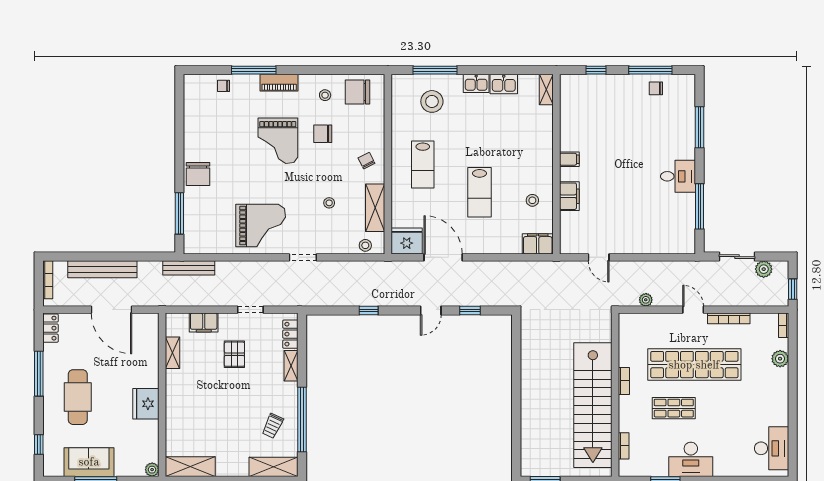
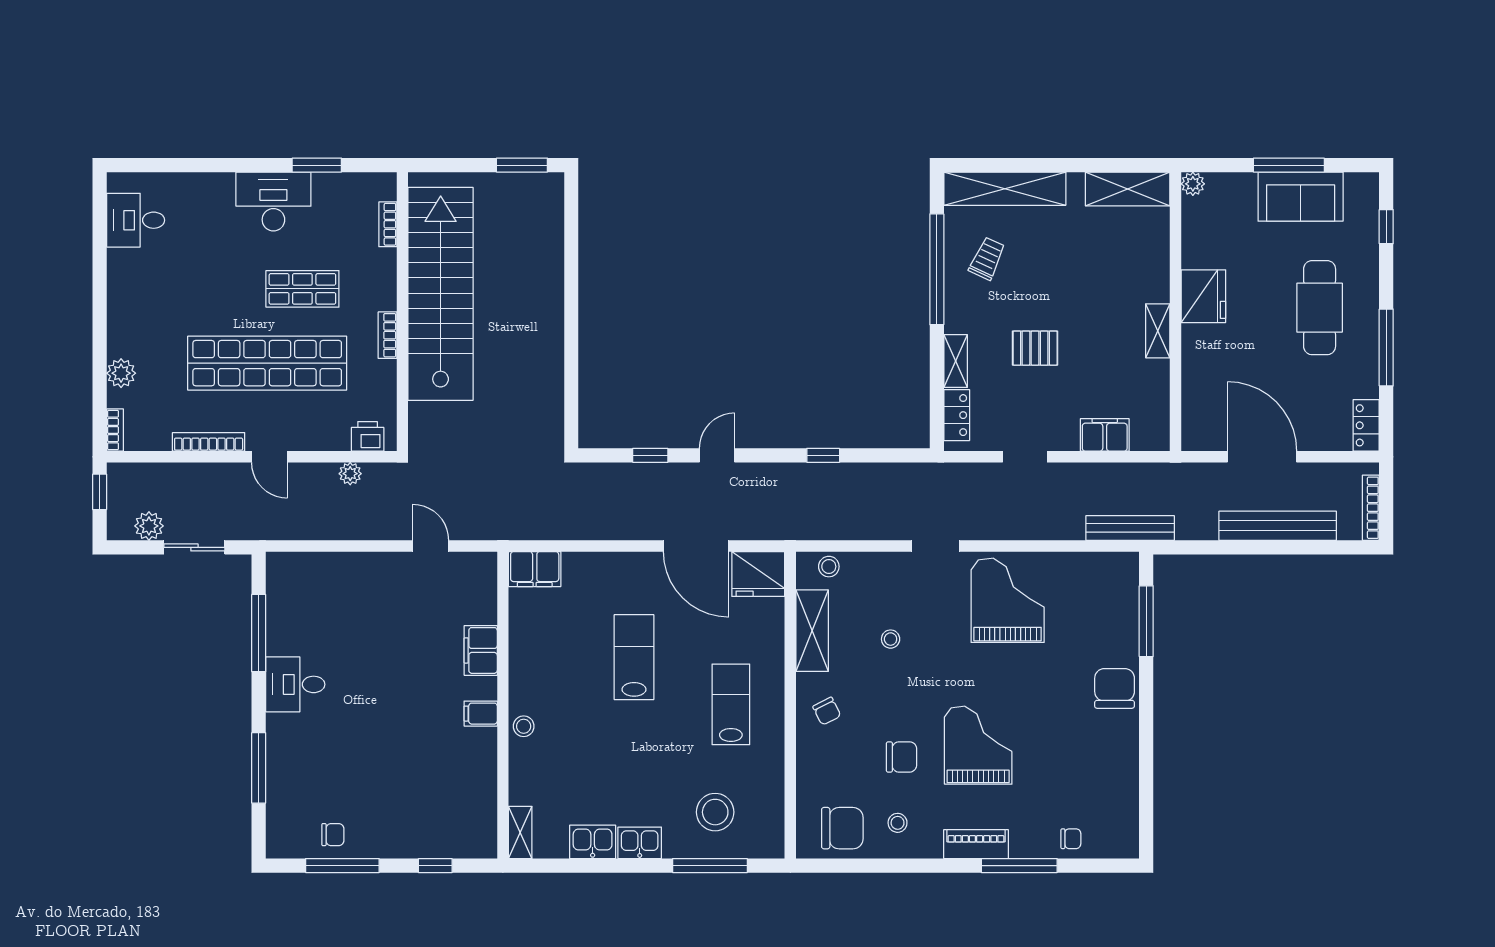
stool: (532, 200) -> (524, 726), moved
grand piano: (261, 226) -> (1008, 600), turned 90
printer: (636, 322) -> (368, 436), added
shelving: (173, 353) -> (1158, 331), moved
pallet: (234, 354) -> (1035, 348), moved, turned 90
desk: (772, 448) -> (136, 220), width x0.73
shelving: (274, 467) -> (1005, 189), width x1.47

